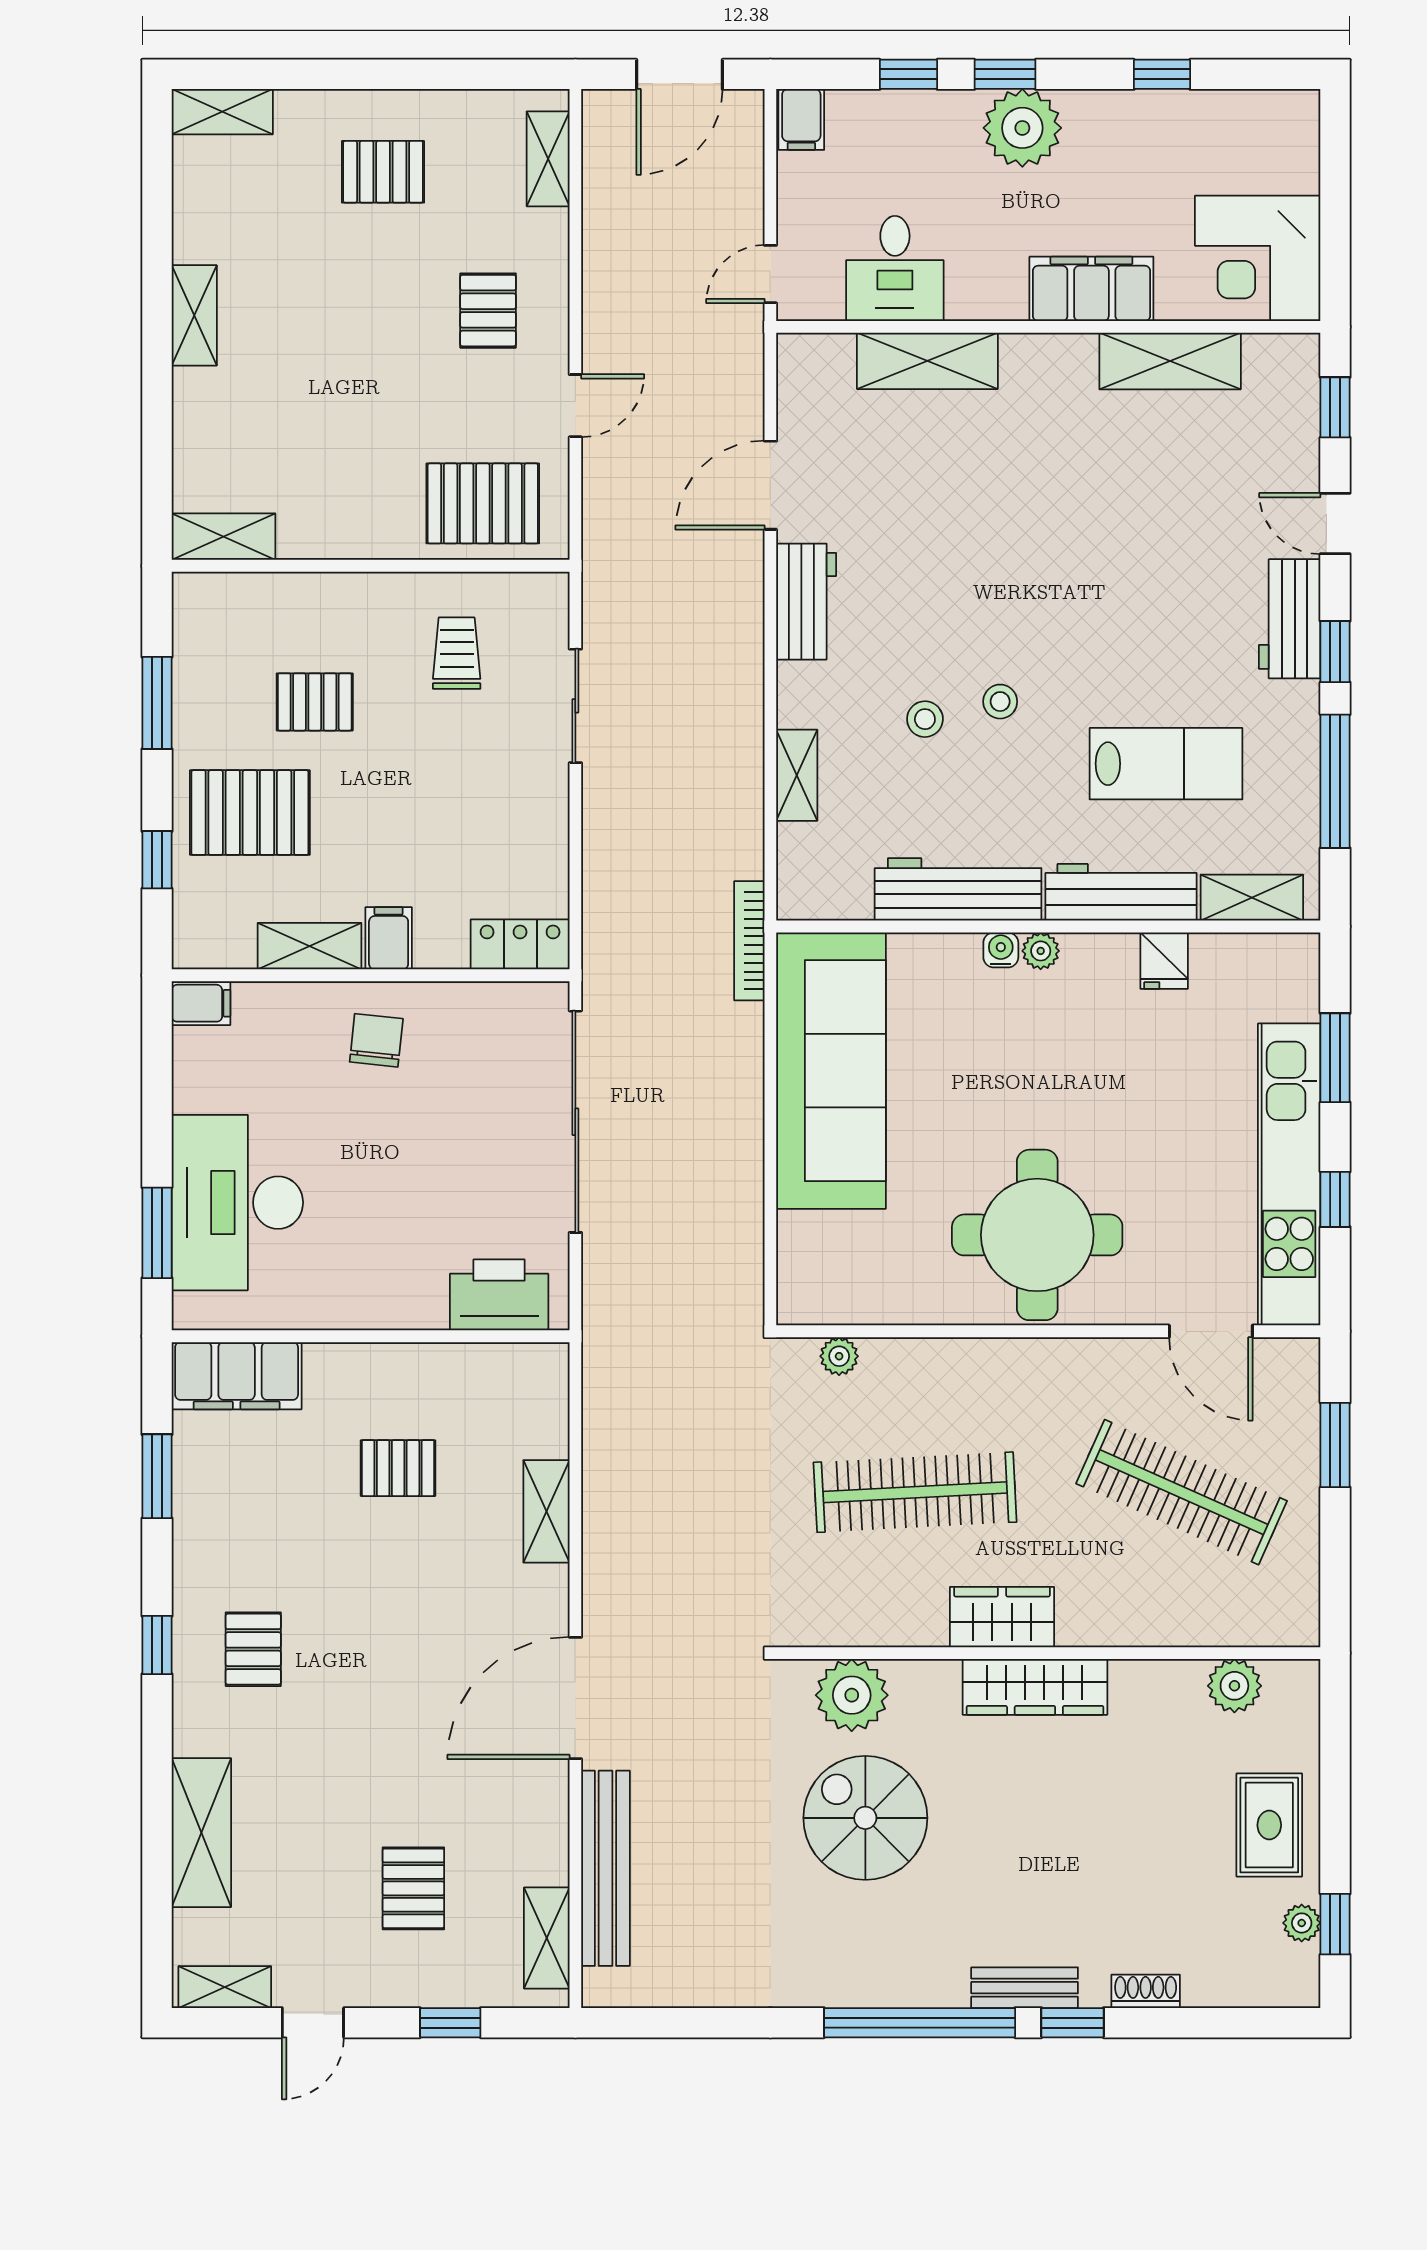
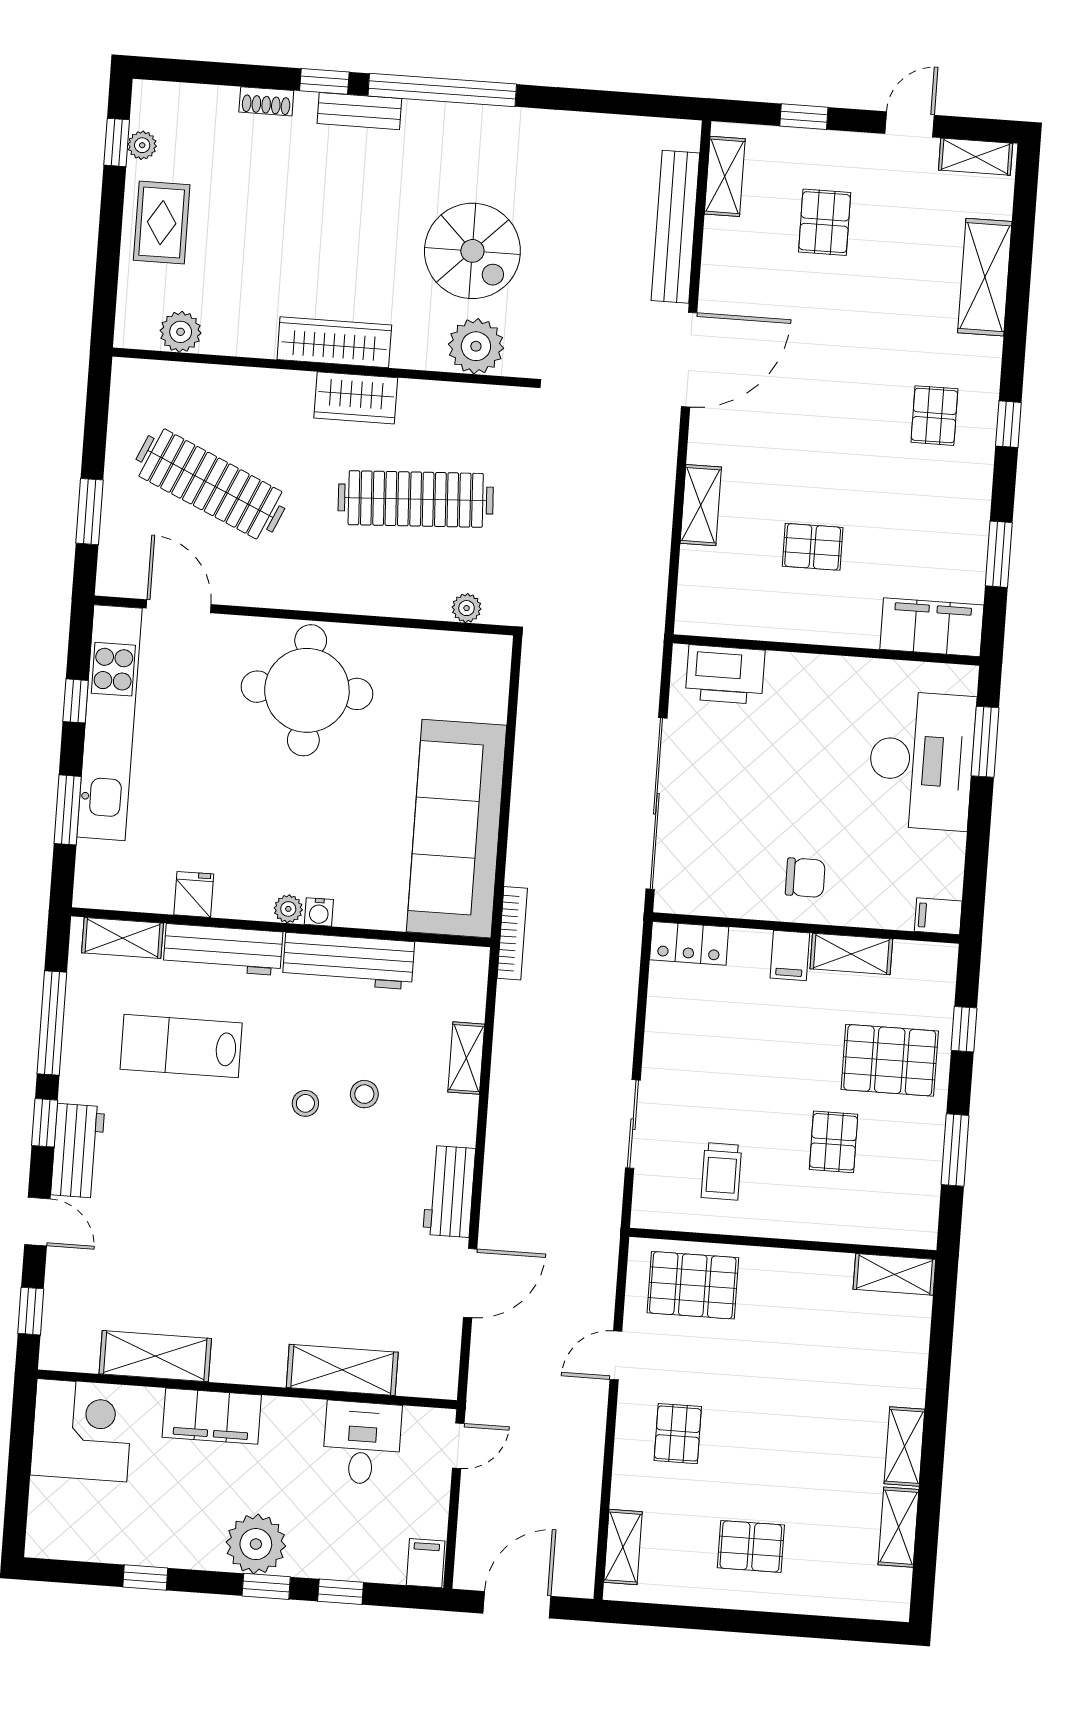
shelving: (222, 112) -> (898, 1527), moved, turned 90
pallet: (315, 702) -> (834, 1142), turned 90
chair: (376, 1040) -> (805, 878), turned -96

